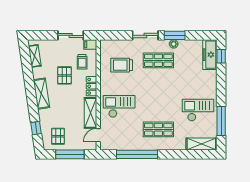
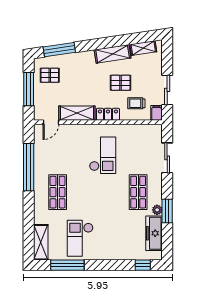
sliding door: (145, 35) -> (167, 158), moved
freezer: (210, 55) -> (154, 233), moved, turned -90
trolley: (122, 65) -> (133, 149), removed
shelving: (41, 94) -> (113, 54), moved
checkout: (119, 106) -> (103, 155), moved
checkout: (198, 110) -> (80, 238), turned 180
window: (36, 128) -> (59, 50), width x2.17
door: (98, 135) -> (51, 122), swing flipped

